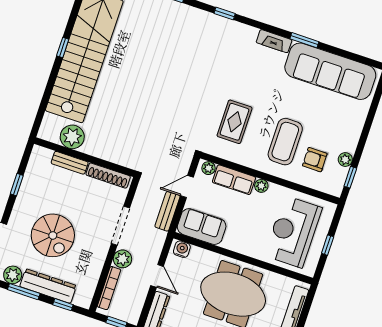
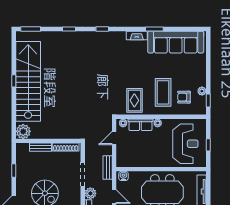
rug: (235, 122) -> (134, 100), moved
plant: (72, 137) -> (23, 131), moved
bench: (167, 211) -> (108, 167), moved
sofa: (202, 227) -> (131, 159), removed
reception desk: (293, 232) -> (185, 144), turned 180

